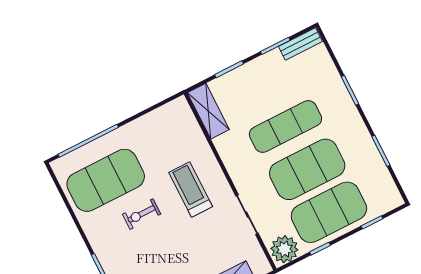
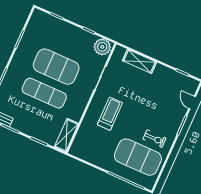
treadmill: (191, 190) -> (110, 114), turned 180
exercise mat: (329, 212) -> (68, 40), removed
exercise bike: (142, 214) -> (155, 139), moved

